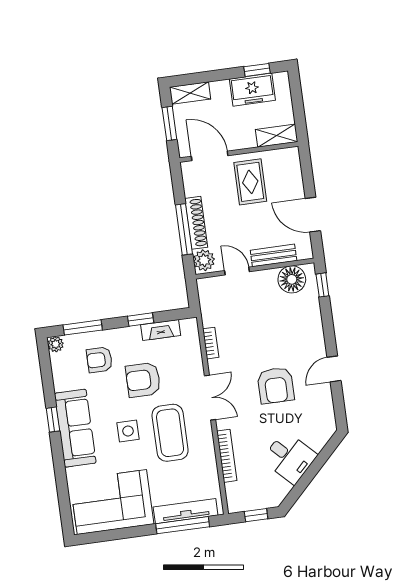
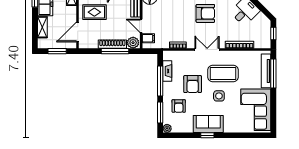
shelving: (190, 93) -> (42, 27), moved
door: (237, 271) -> (141, 26), hinge flipped
filing cabinet: (216, 287) -> (148, 38), added
window: (141, 319) -> (160, 81), width x2.17
sofa: (75, 428) -> (208, 124), width x0.73

